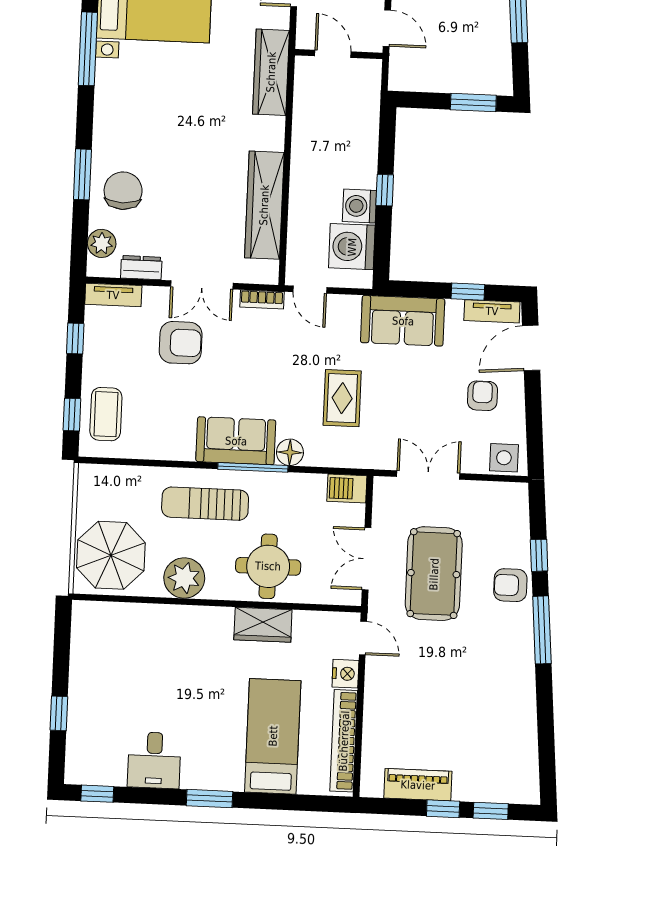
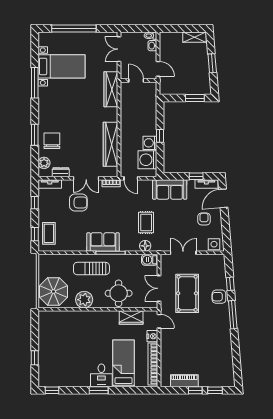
floor lamp: (290, 452) -> (145, 246), moved
wardrobe: (263, 625) -> (131, 317), moved
desk: (154, 760) -> (101, 375), moved

